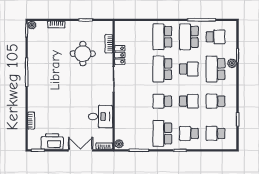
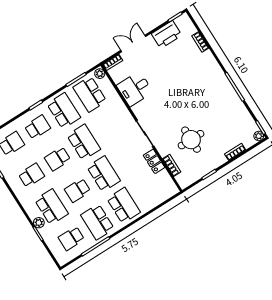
school desk: (189, 37) -> (97, 222), turned 180
school desk: (162, 101) -> (84, 142), width x1.85
school desk: (136, 133) -> (90, 94), added
double door: (81, 150) -> (133, 43), swing flipped

